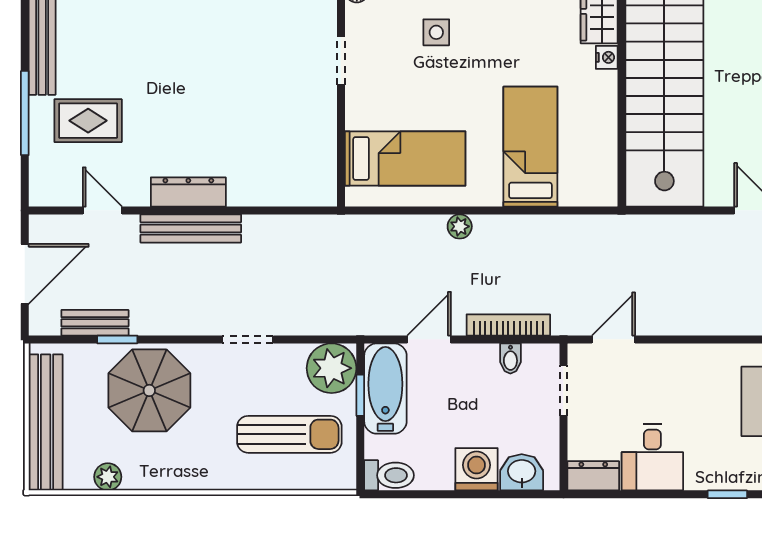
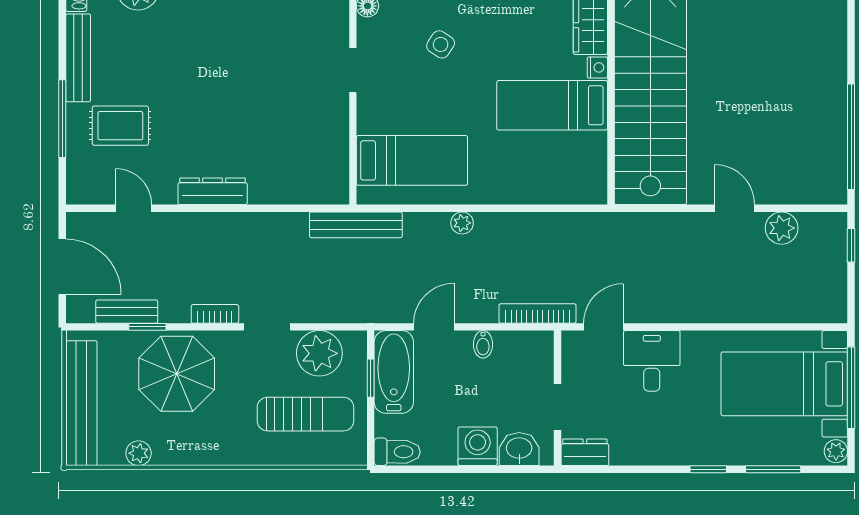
side table: (436, 32) -> (441, 44), turned 33
bed: (530, 147) -> (552, 105), moved, turned -90
bench: (191, 228) -> (356, 225), moved
door: (25, 274) -> (62, 267), hinge flipped
bookcase: (191, 325) -> (215, 314), added
bookcase: (508, 325) -> (537, 314), moved
bidet: (510, 358) -> (483, 344), moved
plant: (332, 368) -> (319, 353), moved
doorway: (563, 390) -> (557, 407), moved
desk: (652, 457) -> (652, 361), moved, turned 180

